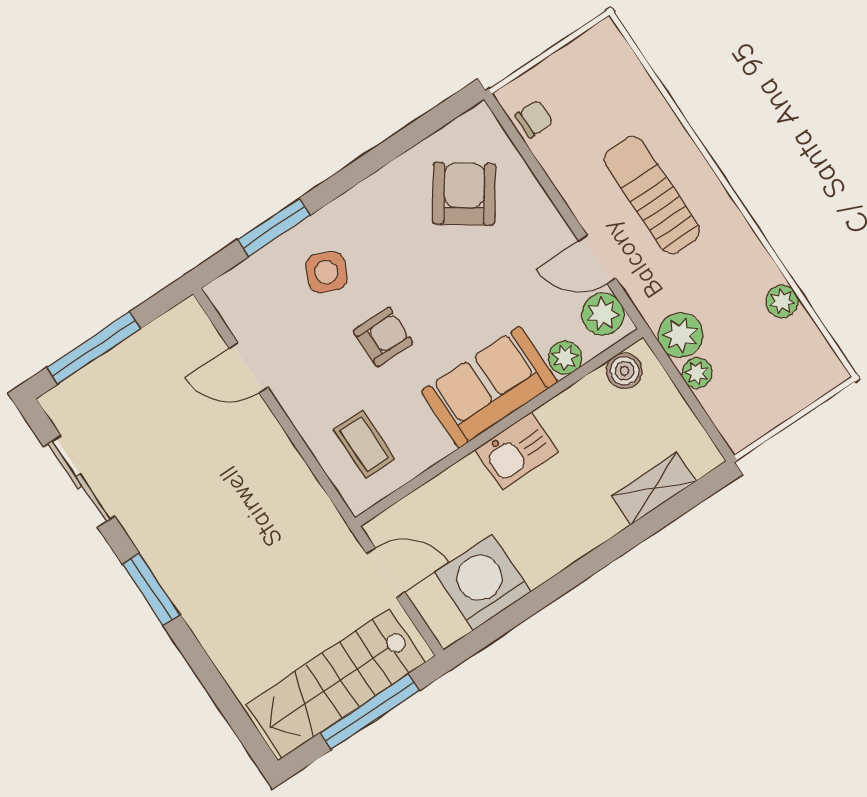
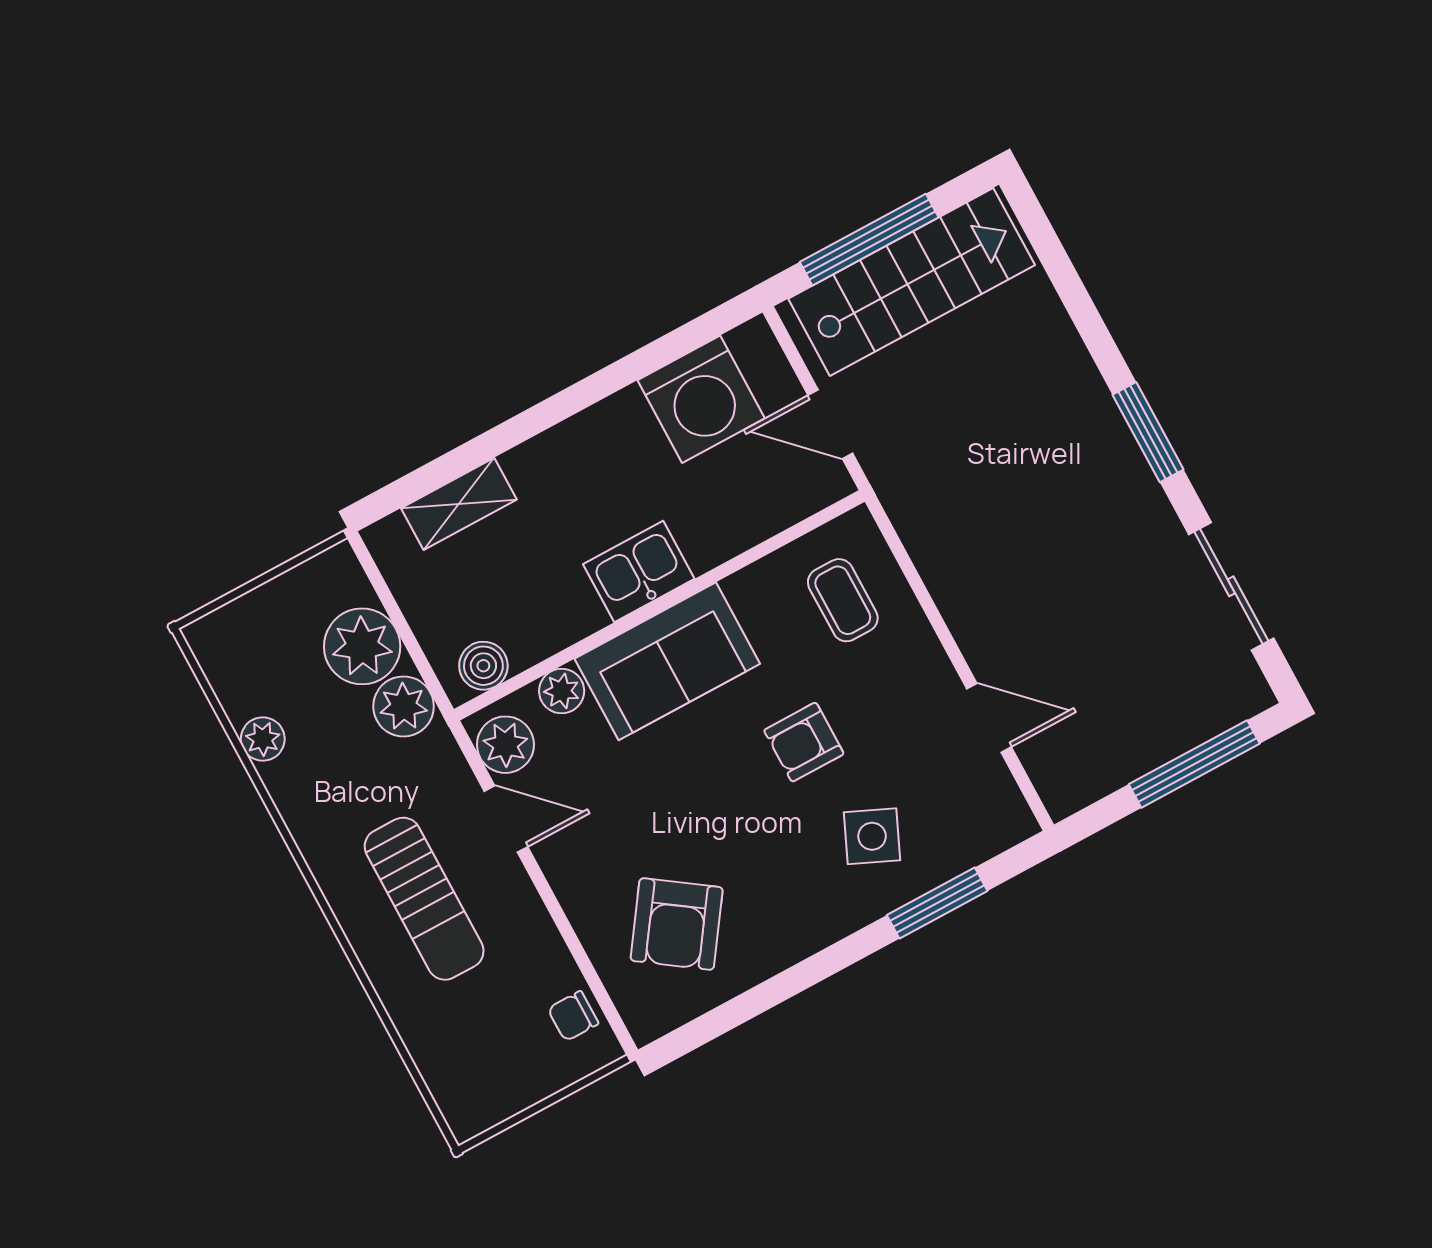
plant: (697, 373) -> (362, 646), width x1.88, depth x1.88

